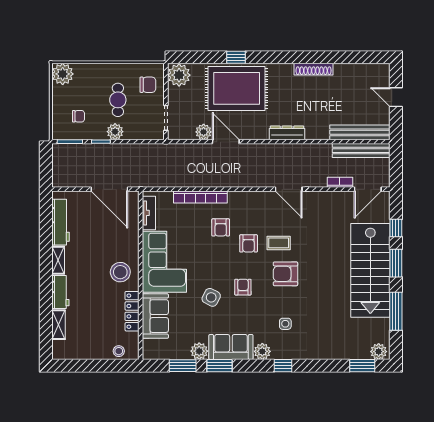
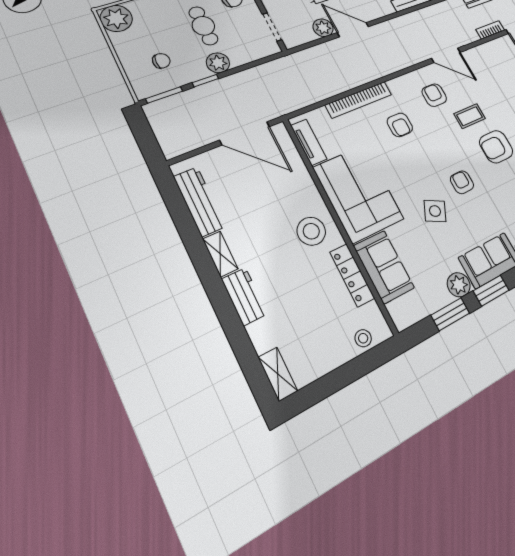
armchair: (249, 243) -> (434, 95), moved, turned 180
shelving: (58, 325) -> (278, 374), moved

